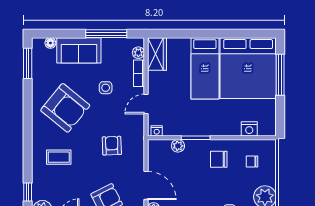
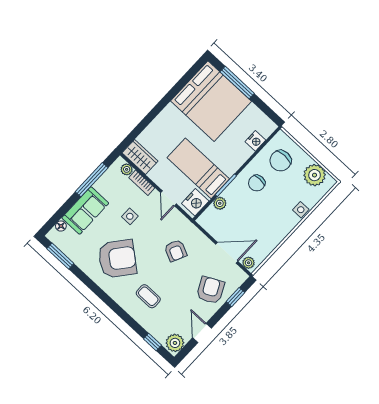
bed: (205, 68) -> (198, 168), moved, turned 180
nightstand: (157, 131) -> (195, 202), width x1.89, depth x1.79
armchair: (112, 146) -> (176, 251), turned -153
coffee table: (59, 157) -> (148, 296), turned 90
chair: (252, 161) -> (281, 161), width x1.87, depth x1.87

